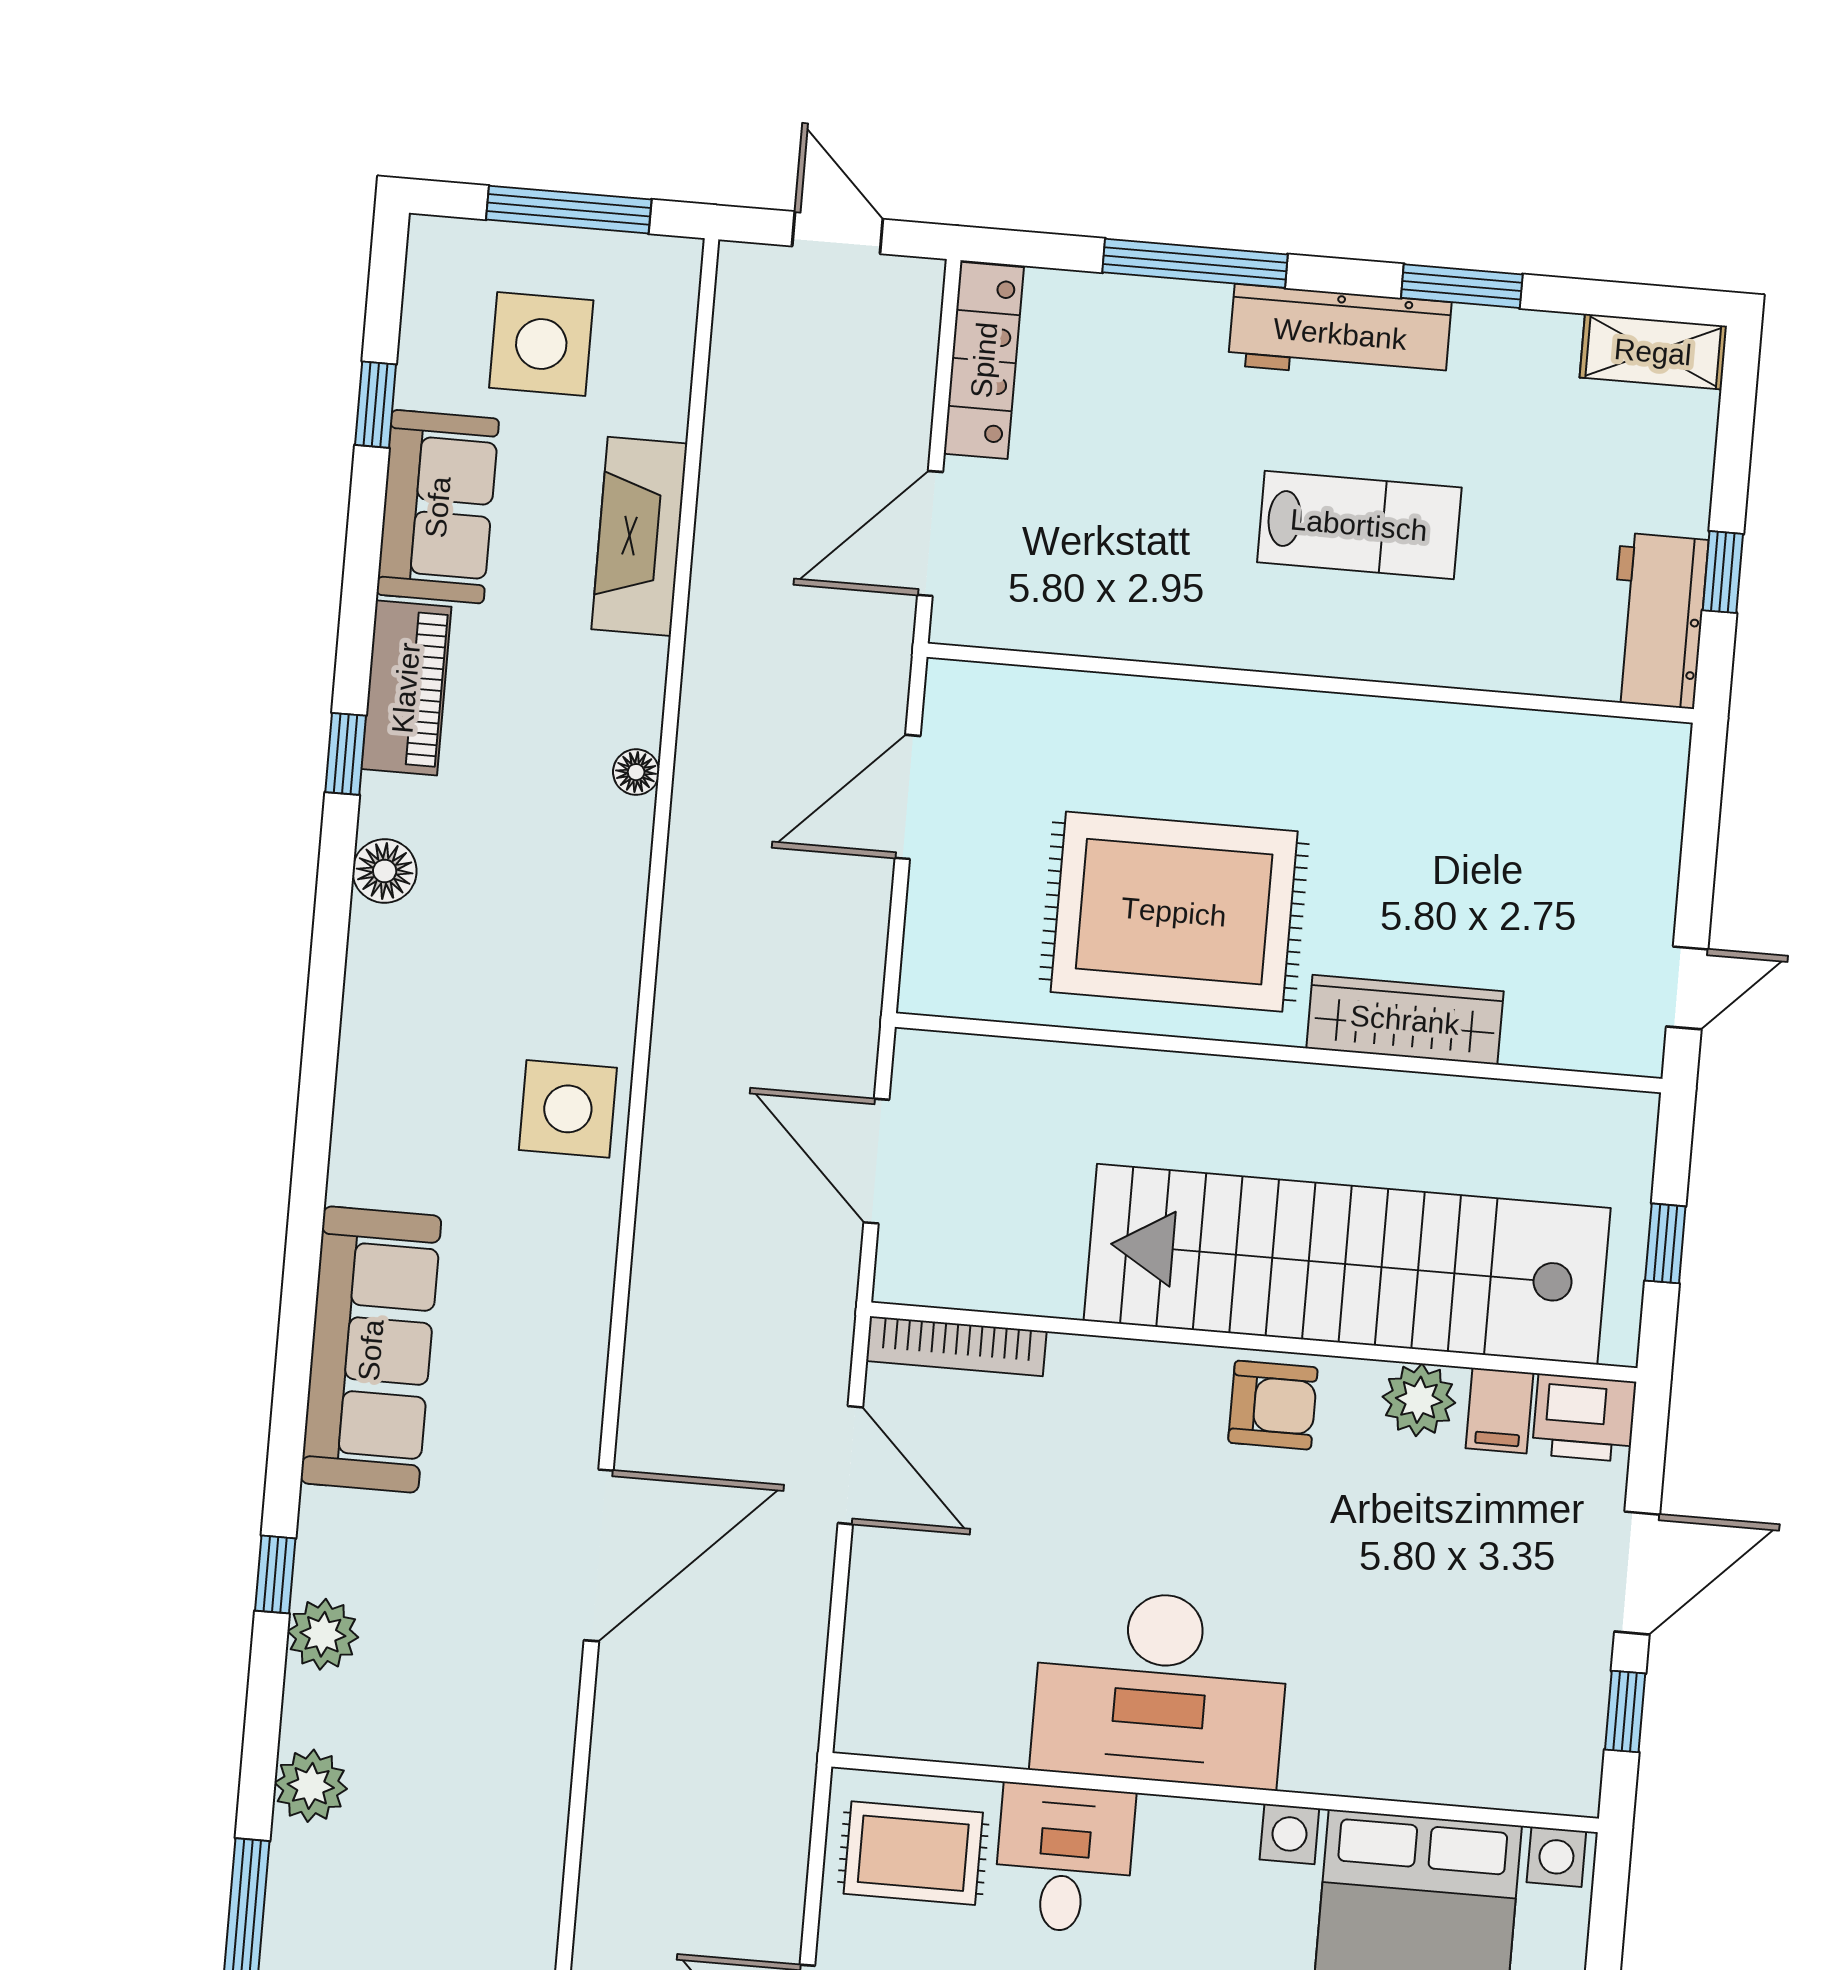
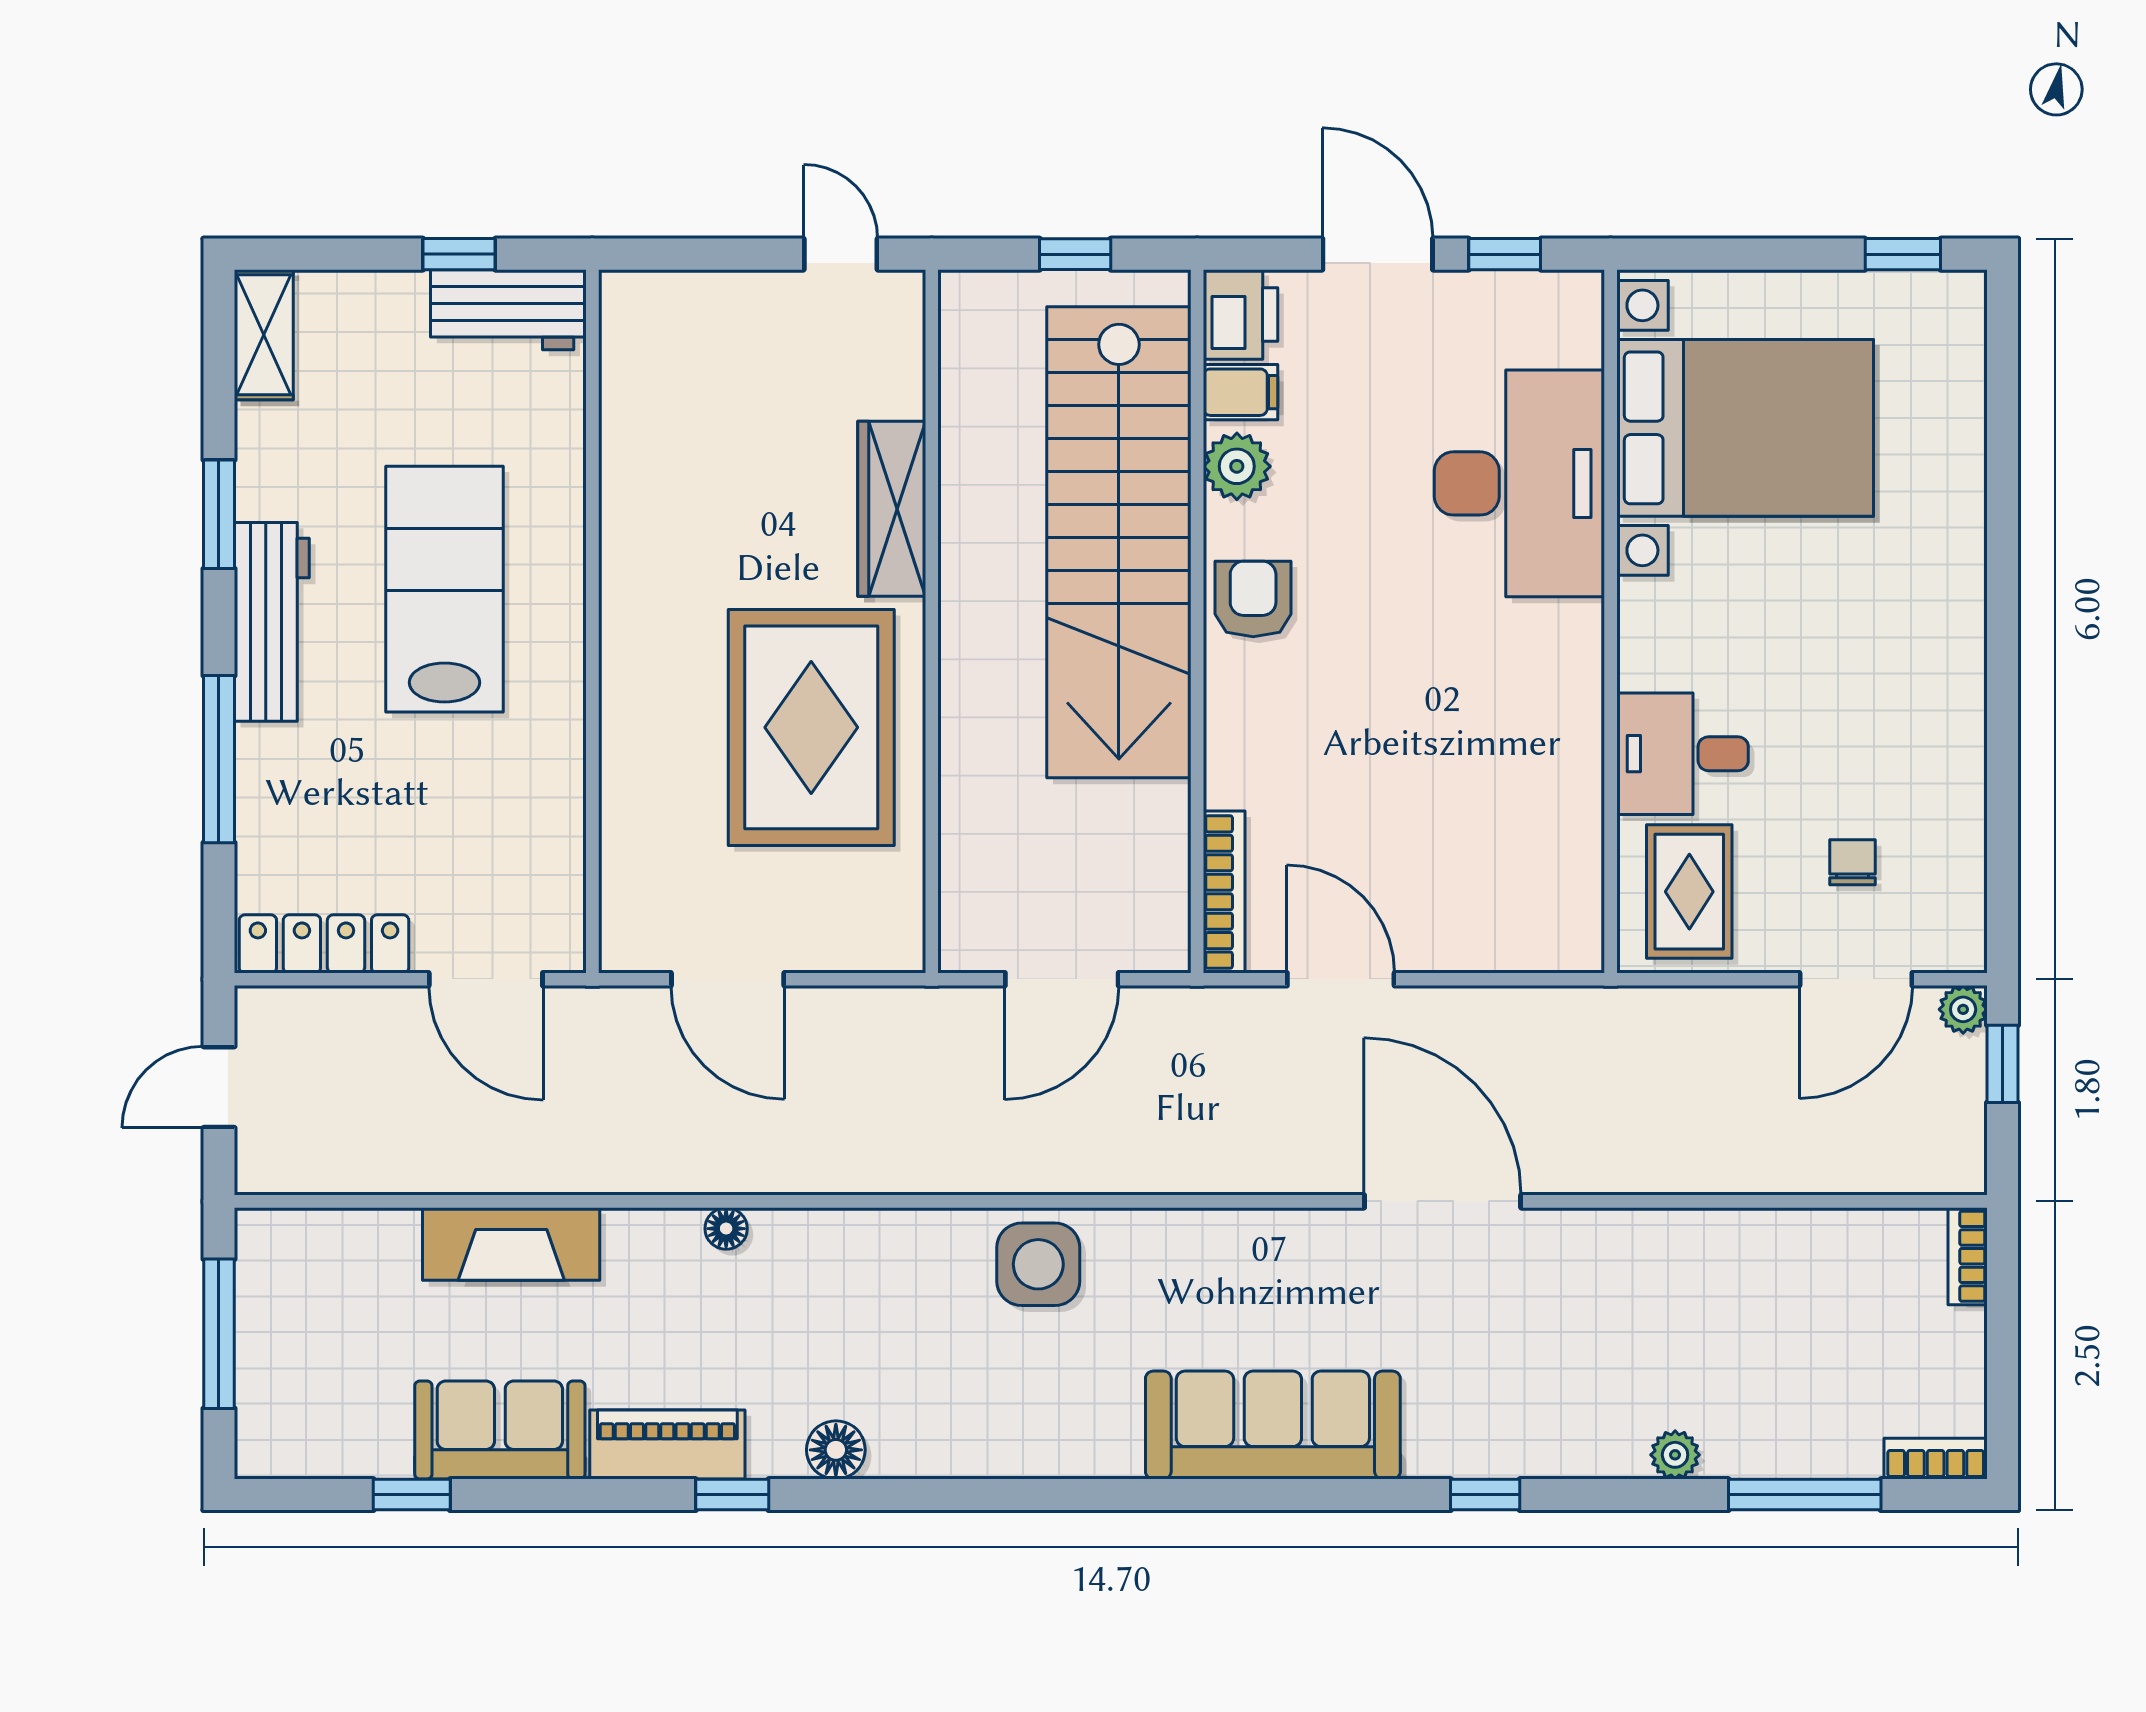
side table: (541, 344) -> (344, 1348), removed
lab bench: (1359, 525) -> (445, 589), width x1.36, depth x1.39
door: (850, 1465) -> (1341, 979), hinge flipped
plant: (323, 1634) -> (1536, 1447), removed
desk: (1160, 1688) -> (1519, 483), moved
plant: (311, 1786) -> (1675, 1455), width x0.73, depth x0.73

